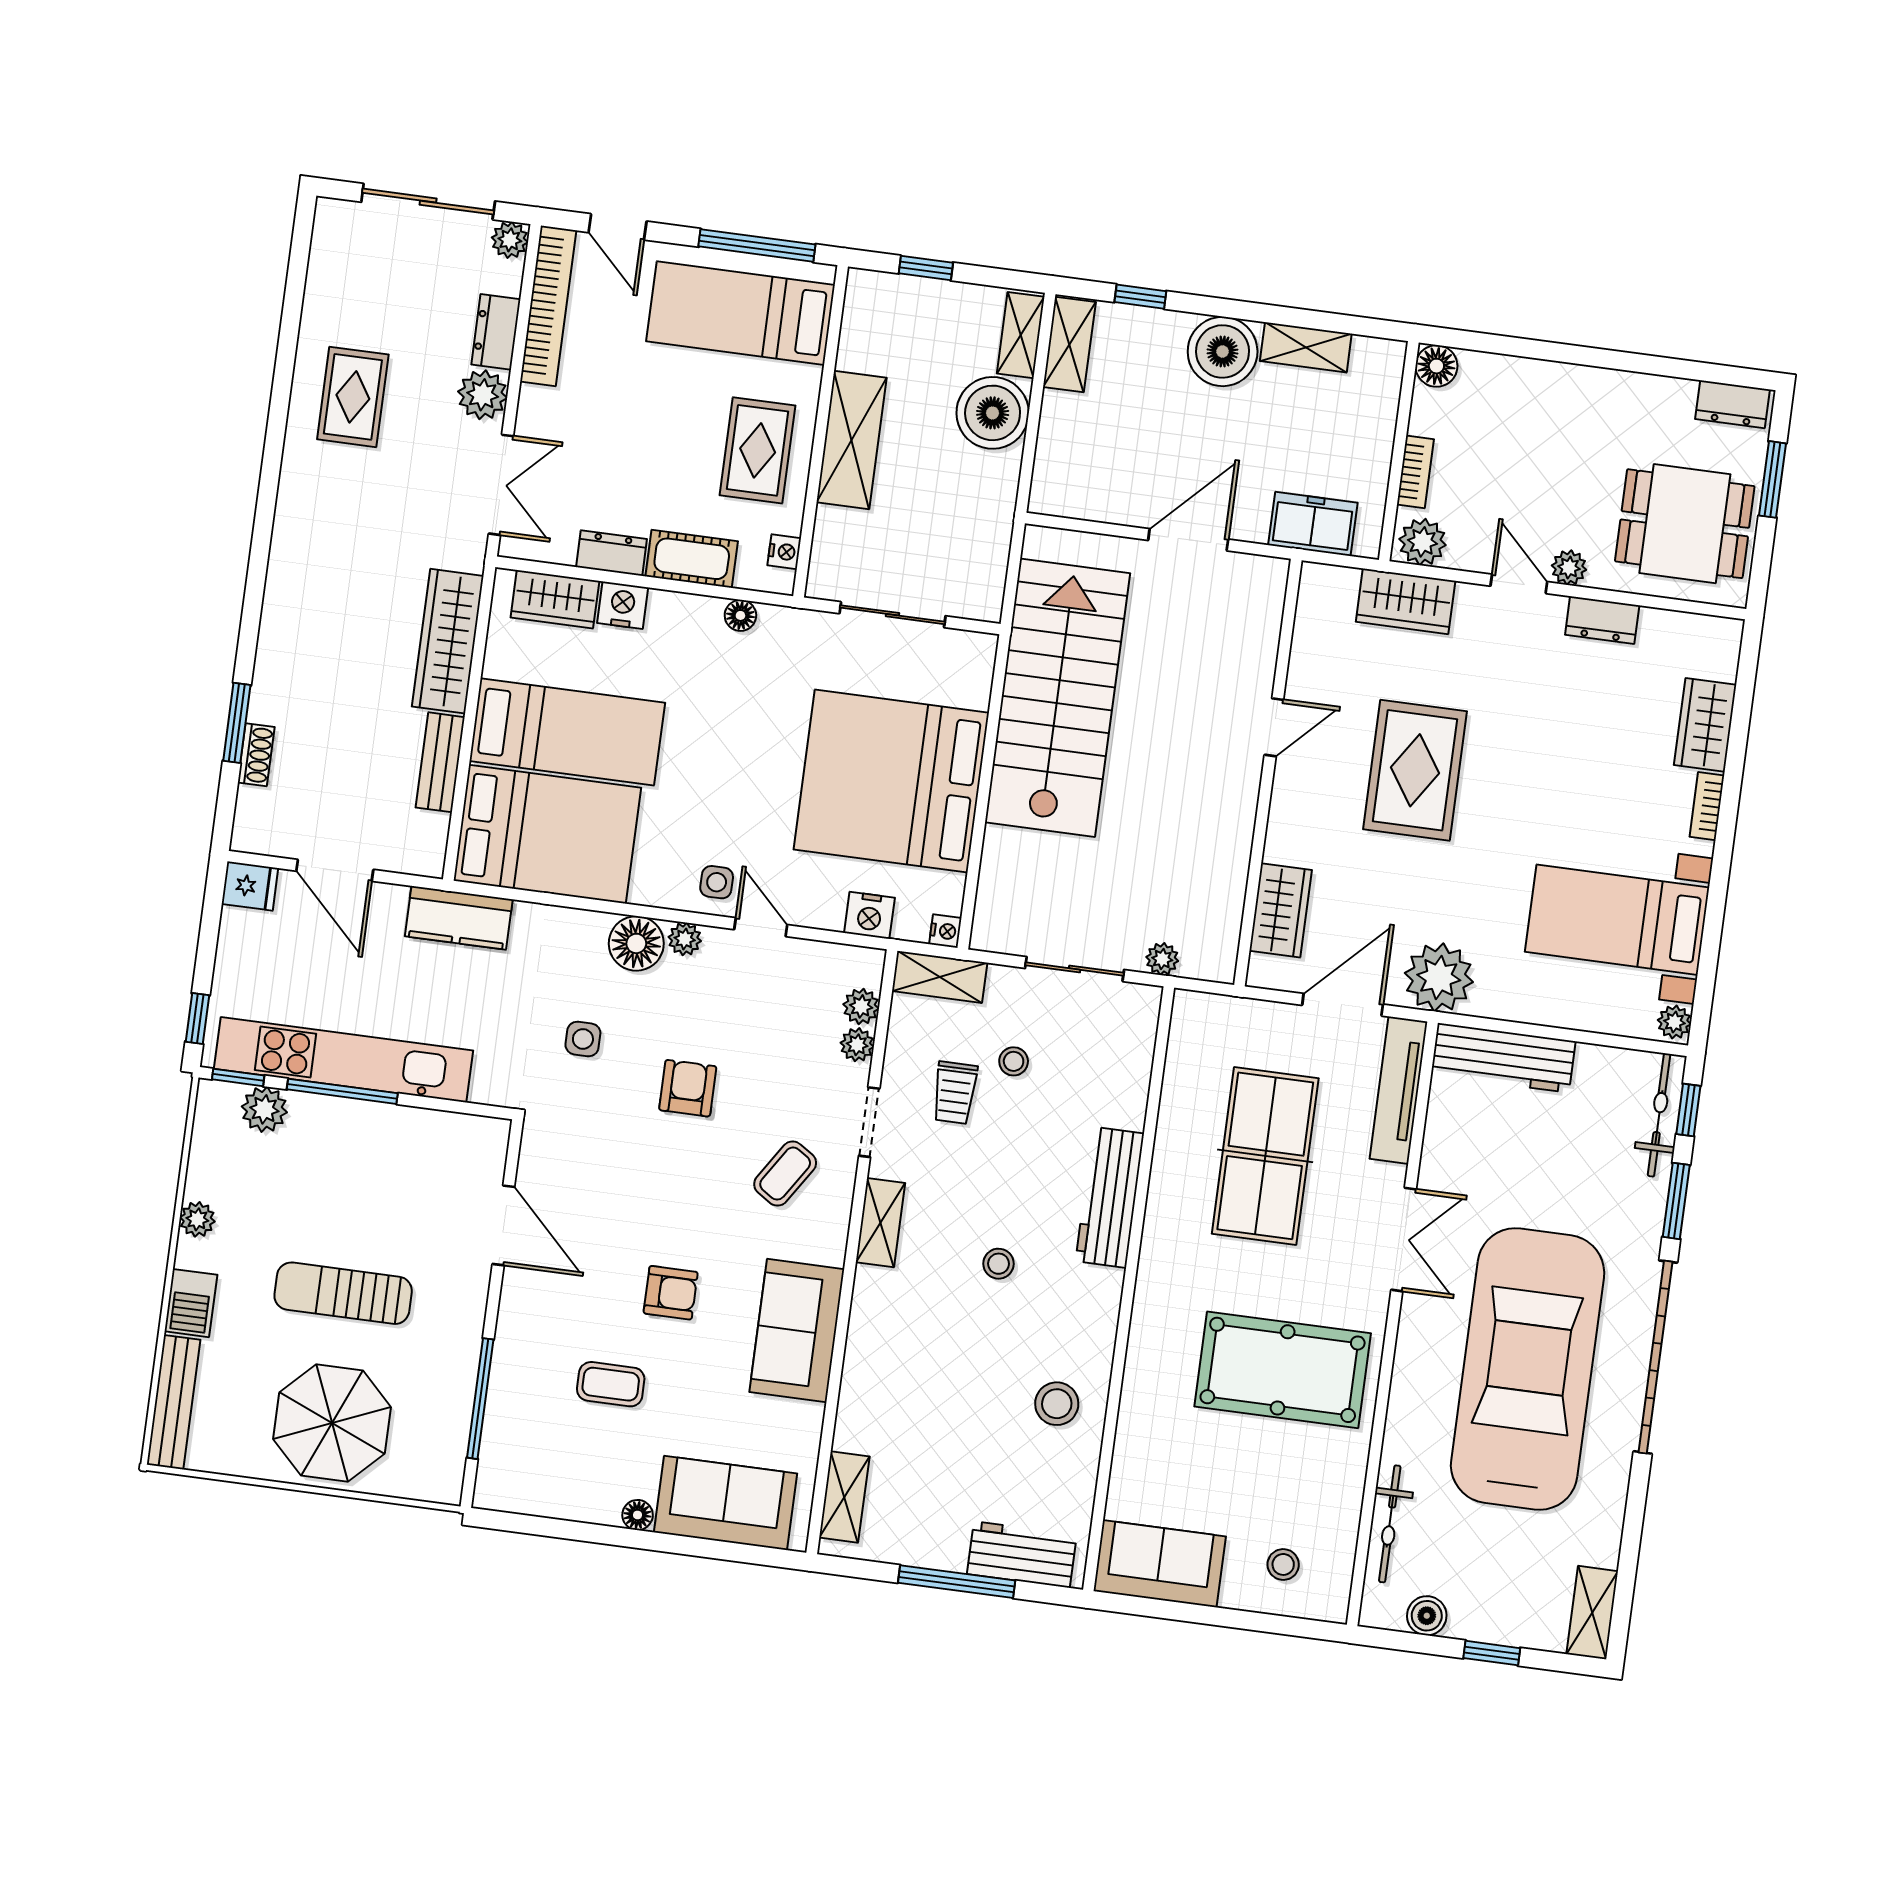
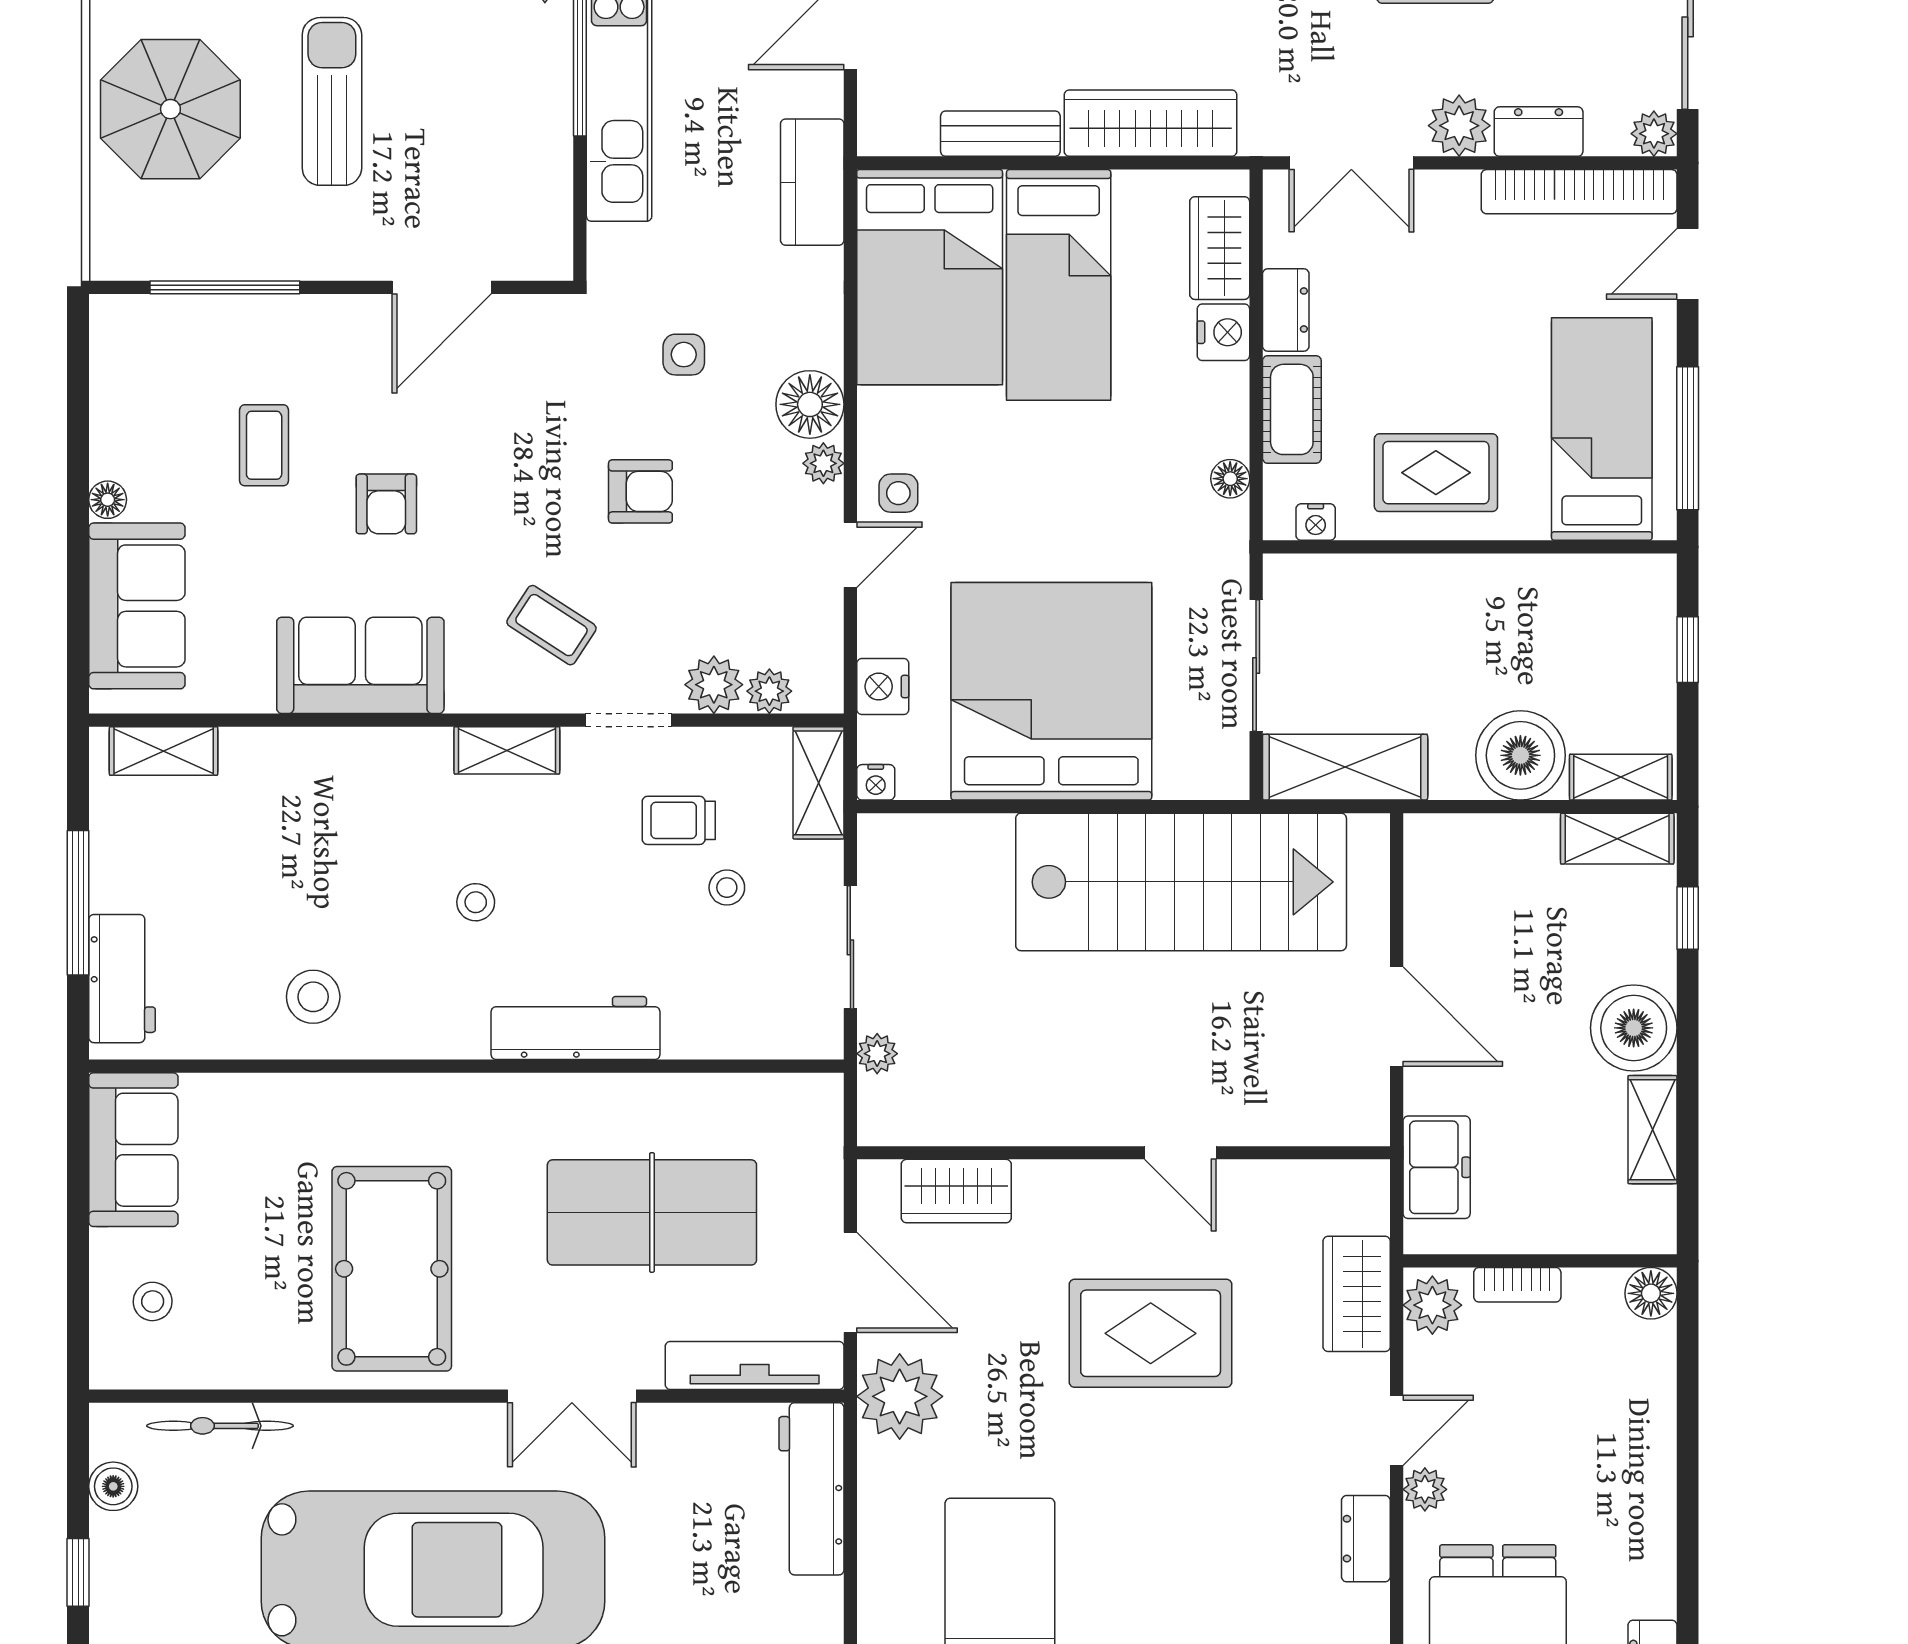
shelving: (852, 440) -> (1345, 767), moved
plant: (857, 1045) -> (714, 685), width x1.38, depth x1.38

